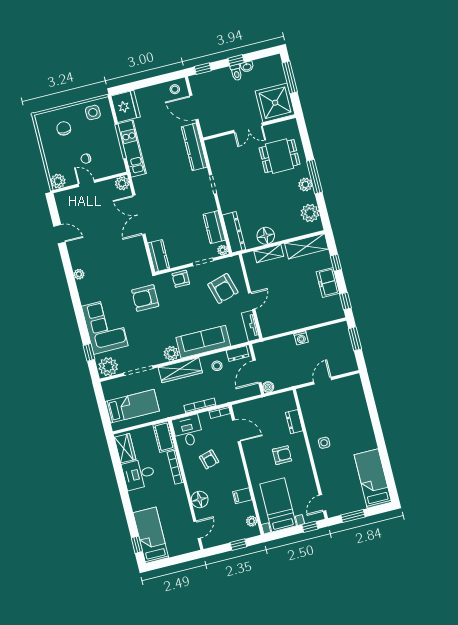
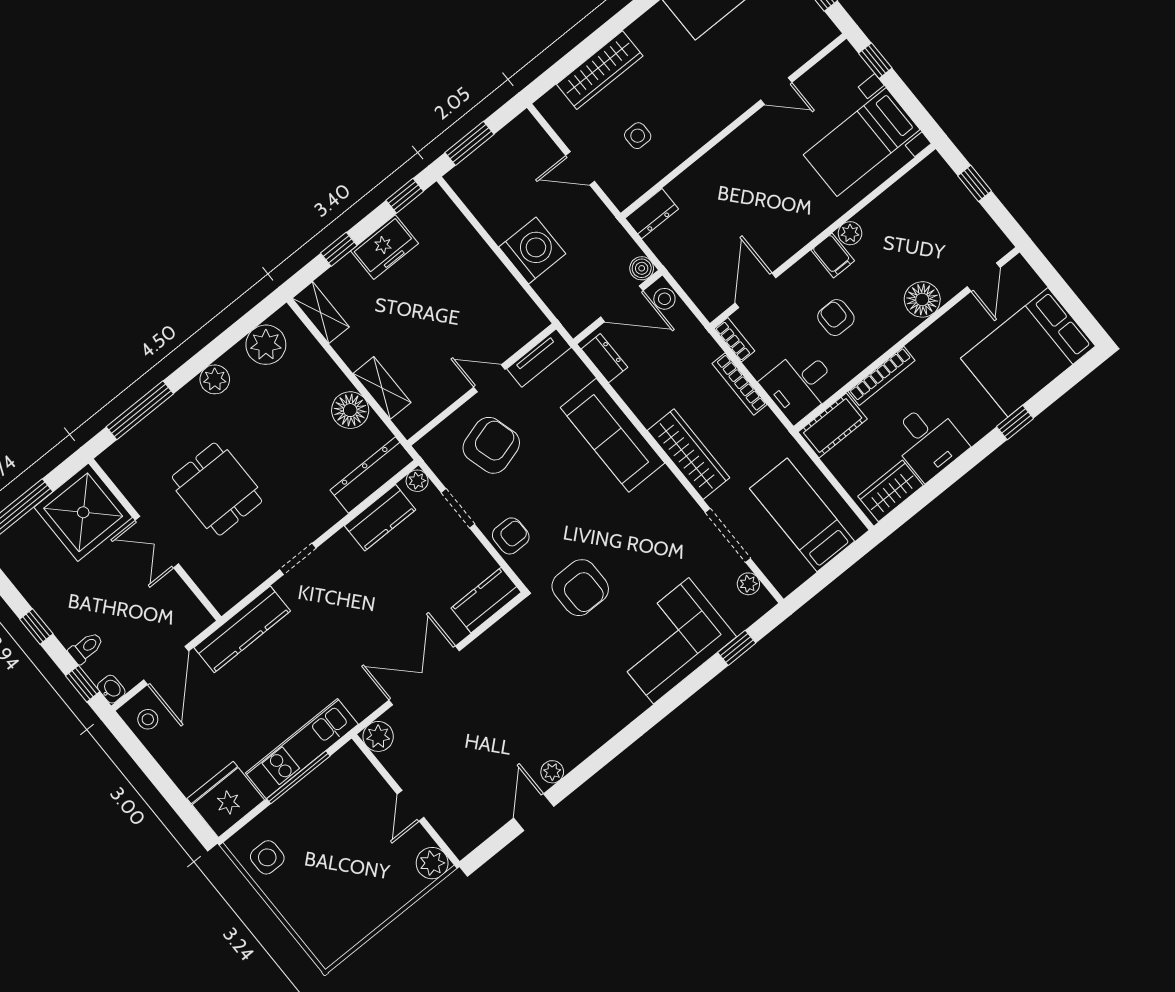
washbasin: (247, 67) -> (111, 689), moved
toilet: (236, 72) -> (86, 648), moved
chair: (64, 128) -> (324, 900), removed
double door: (248, 128) -> (157, 542), swing flipped
dining table: (280, 156) -> (217, 489), moved
chair: (86, 159) -> (363, 829), removed
window: (315, 177) -> (140, 410), moved
double door: (139, 215) -> (424, 675), swing flipped
shelving: (307, 246) -> (321, 313), width x0.67, depth x0.75
plant: (79, 274) -> (552, 772), moved
armchair: (181, 279) -> (511, 536), turned -90
washing machine: (301, 338) -> (532, 250), width x1.89, depth x1.89
plant: (171, 353) -> (664, 487), removed
stool: (217, 366) -> (664, 299), moved
plant: (108, 367) -> (748, 584), width x0.53, depth x0.53
wardrobe: (360, 408) -> (600, 70), added
dresser: (294, 422) -> (652, 214), moved
side table: (324, 443) -> (638, 136), moved
armchair: (282, 455) -> (761, 180), removed
armchair: (209, 459) -> (836, 318), turned -74
filing cabinet: (242, 496) -> (833, 255), moved
door: (323, 503) -> (776, 91), moved
plant: (252, 521) -> (850, 233), moved
door: (197, 530) -> (984, 277), swing flipped
bed: (151, 535) -> (1028, 352), width x1.50
window: (137, 545) -> (1015, 422), moved

